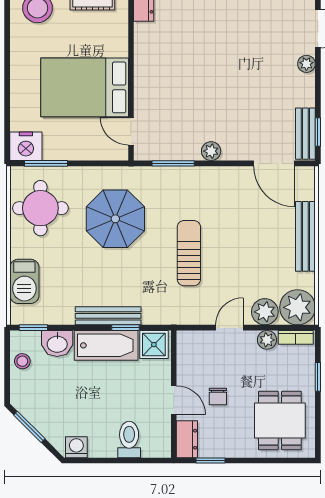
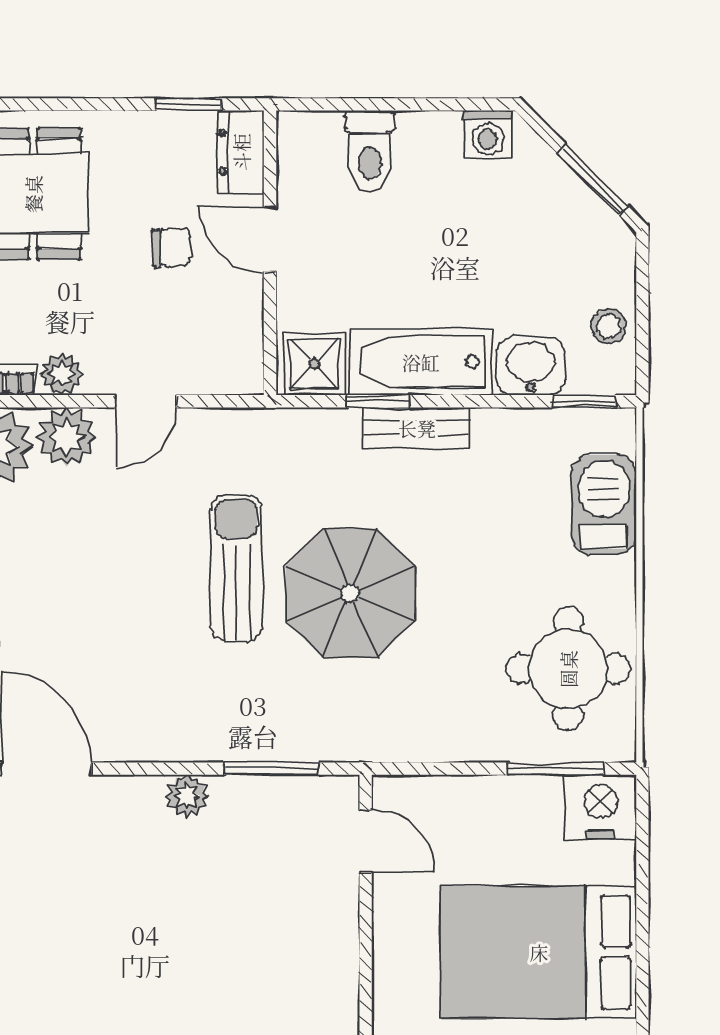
bed: (85, 87) -> (539, 952), moved, turned 180
parasol: (115, 219) -> (350, 593), moved
sun lounger: (189, 253) -> (236, 568), turned 180
bench: (108, 316) -> (417, 428), width x0.73
chair: (218, 396) -> (172, 248), turned 88

